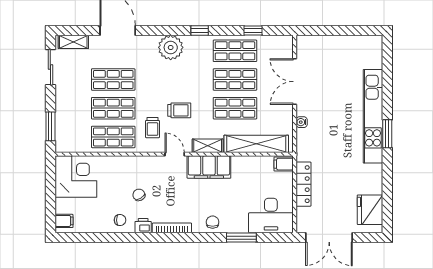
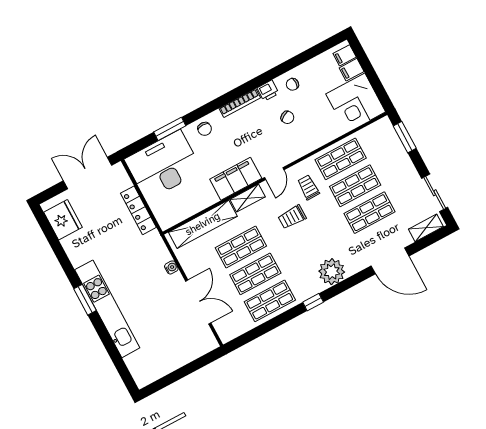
window: (253, 30) -> (263, 329), removed
door: (175, 154) -> (274, 174), hinge flipped
filing cabinet: (284, 164) -> (352, 70), moved, turned 180
desk: (271, 216) -> (163, 165), width x1.36, depth x1.30

